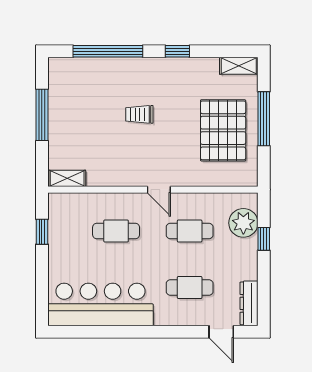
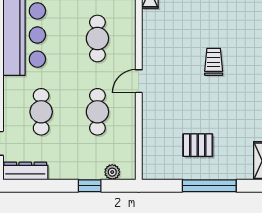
pallet: (223, 130) -> (198, 145), width x0.49, depth x0.50
plant: (243, 223) -> (112, 172), width x0.53, depth x0.53

